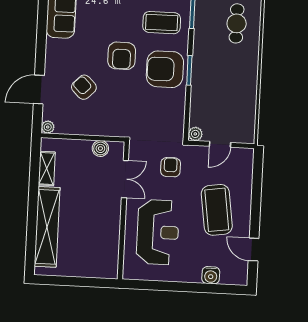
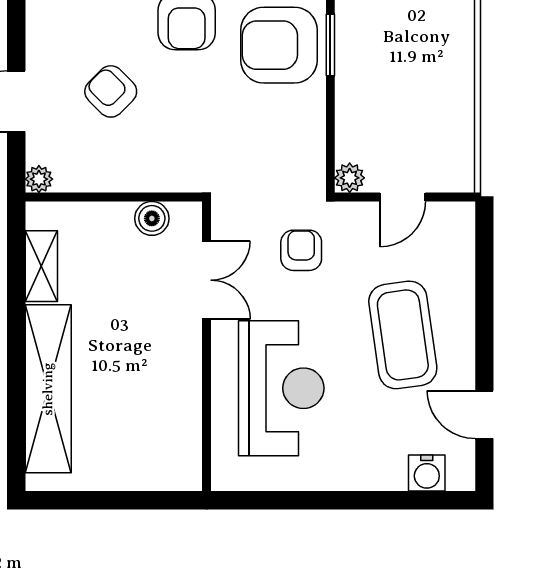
water cooler: (211, 275) -> (427, 473), moved

